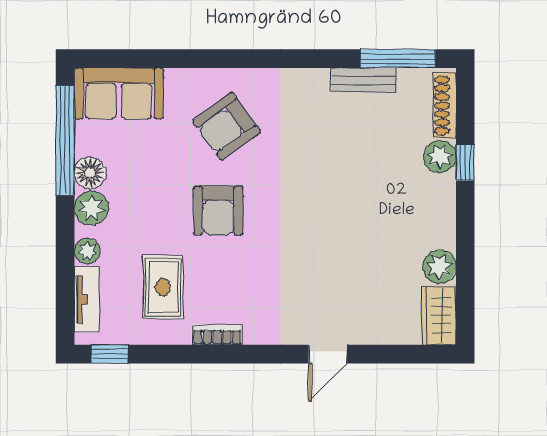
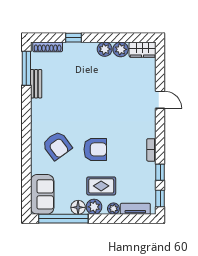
plant: (440, 157) -> (105, 49), moved
rug: (163, 287) -> (101, 186), moved
window: (167, 354) -> (160, 172), added

